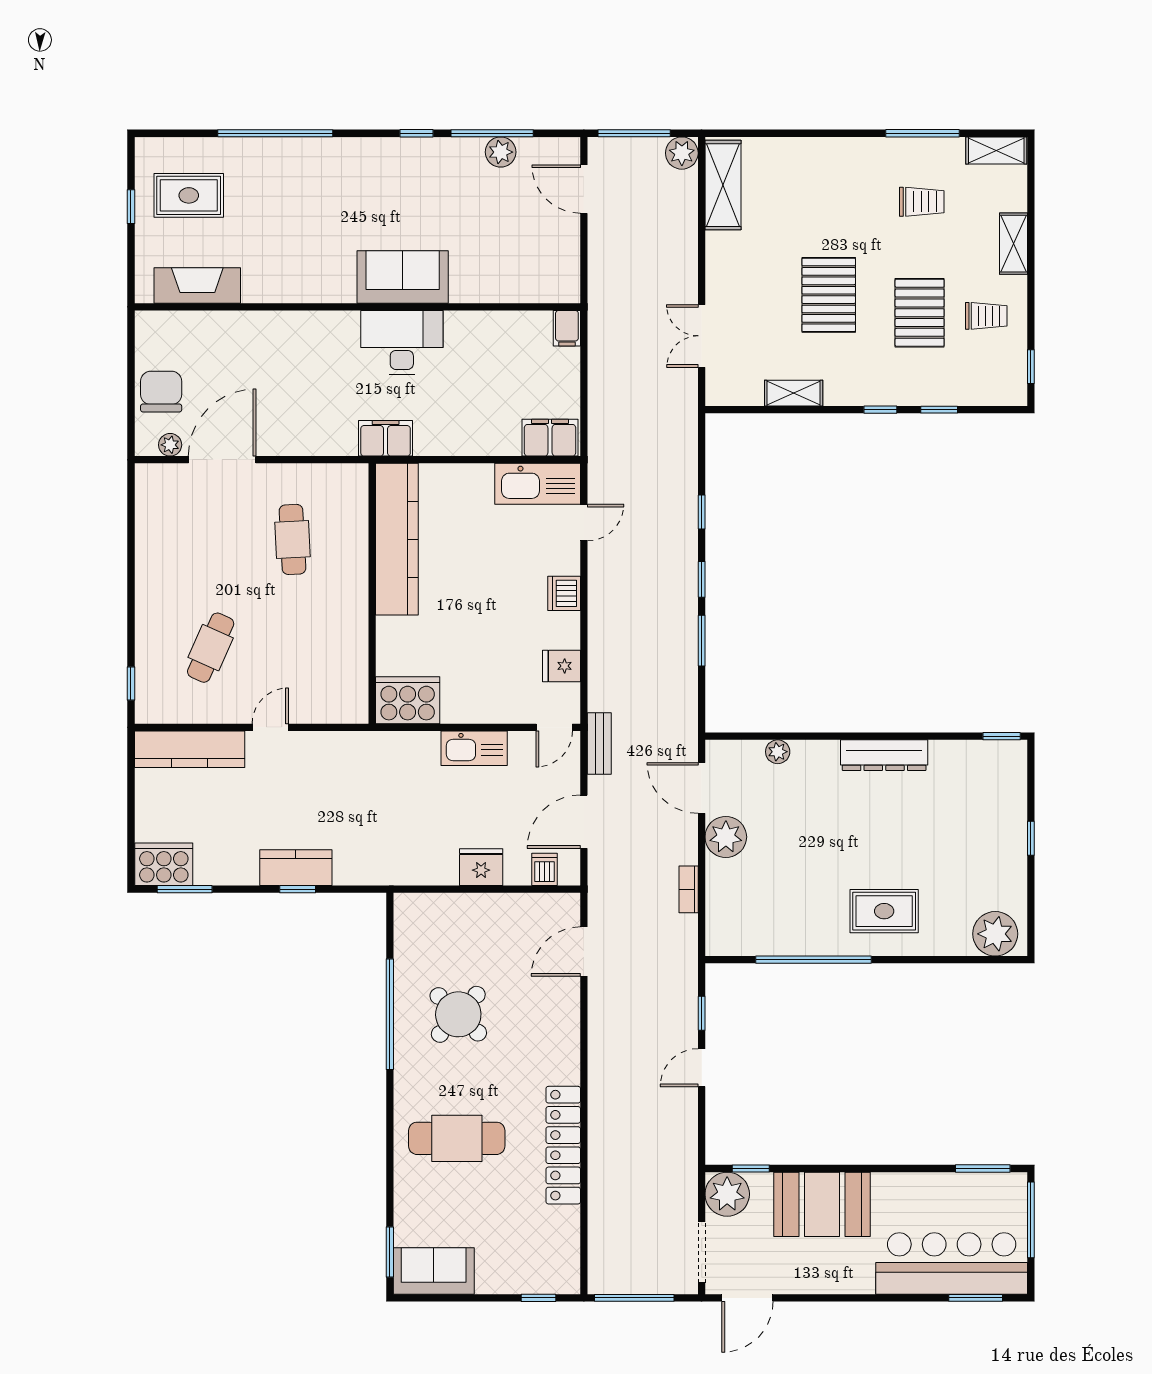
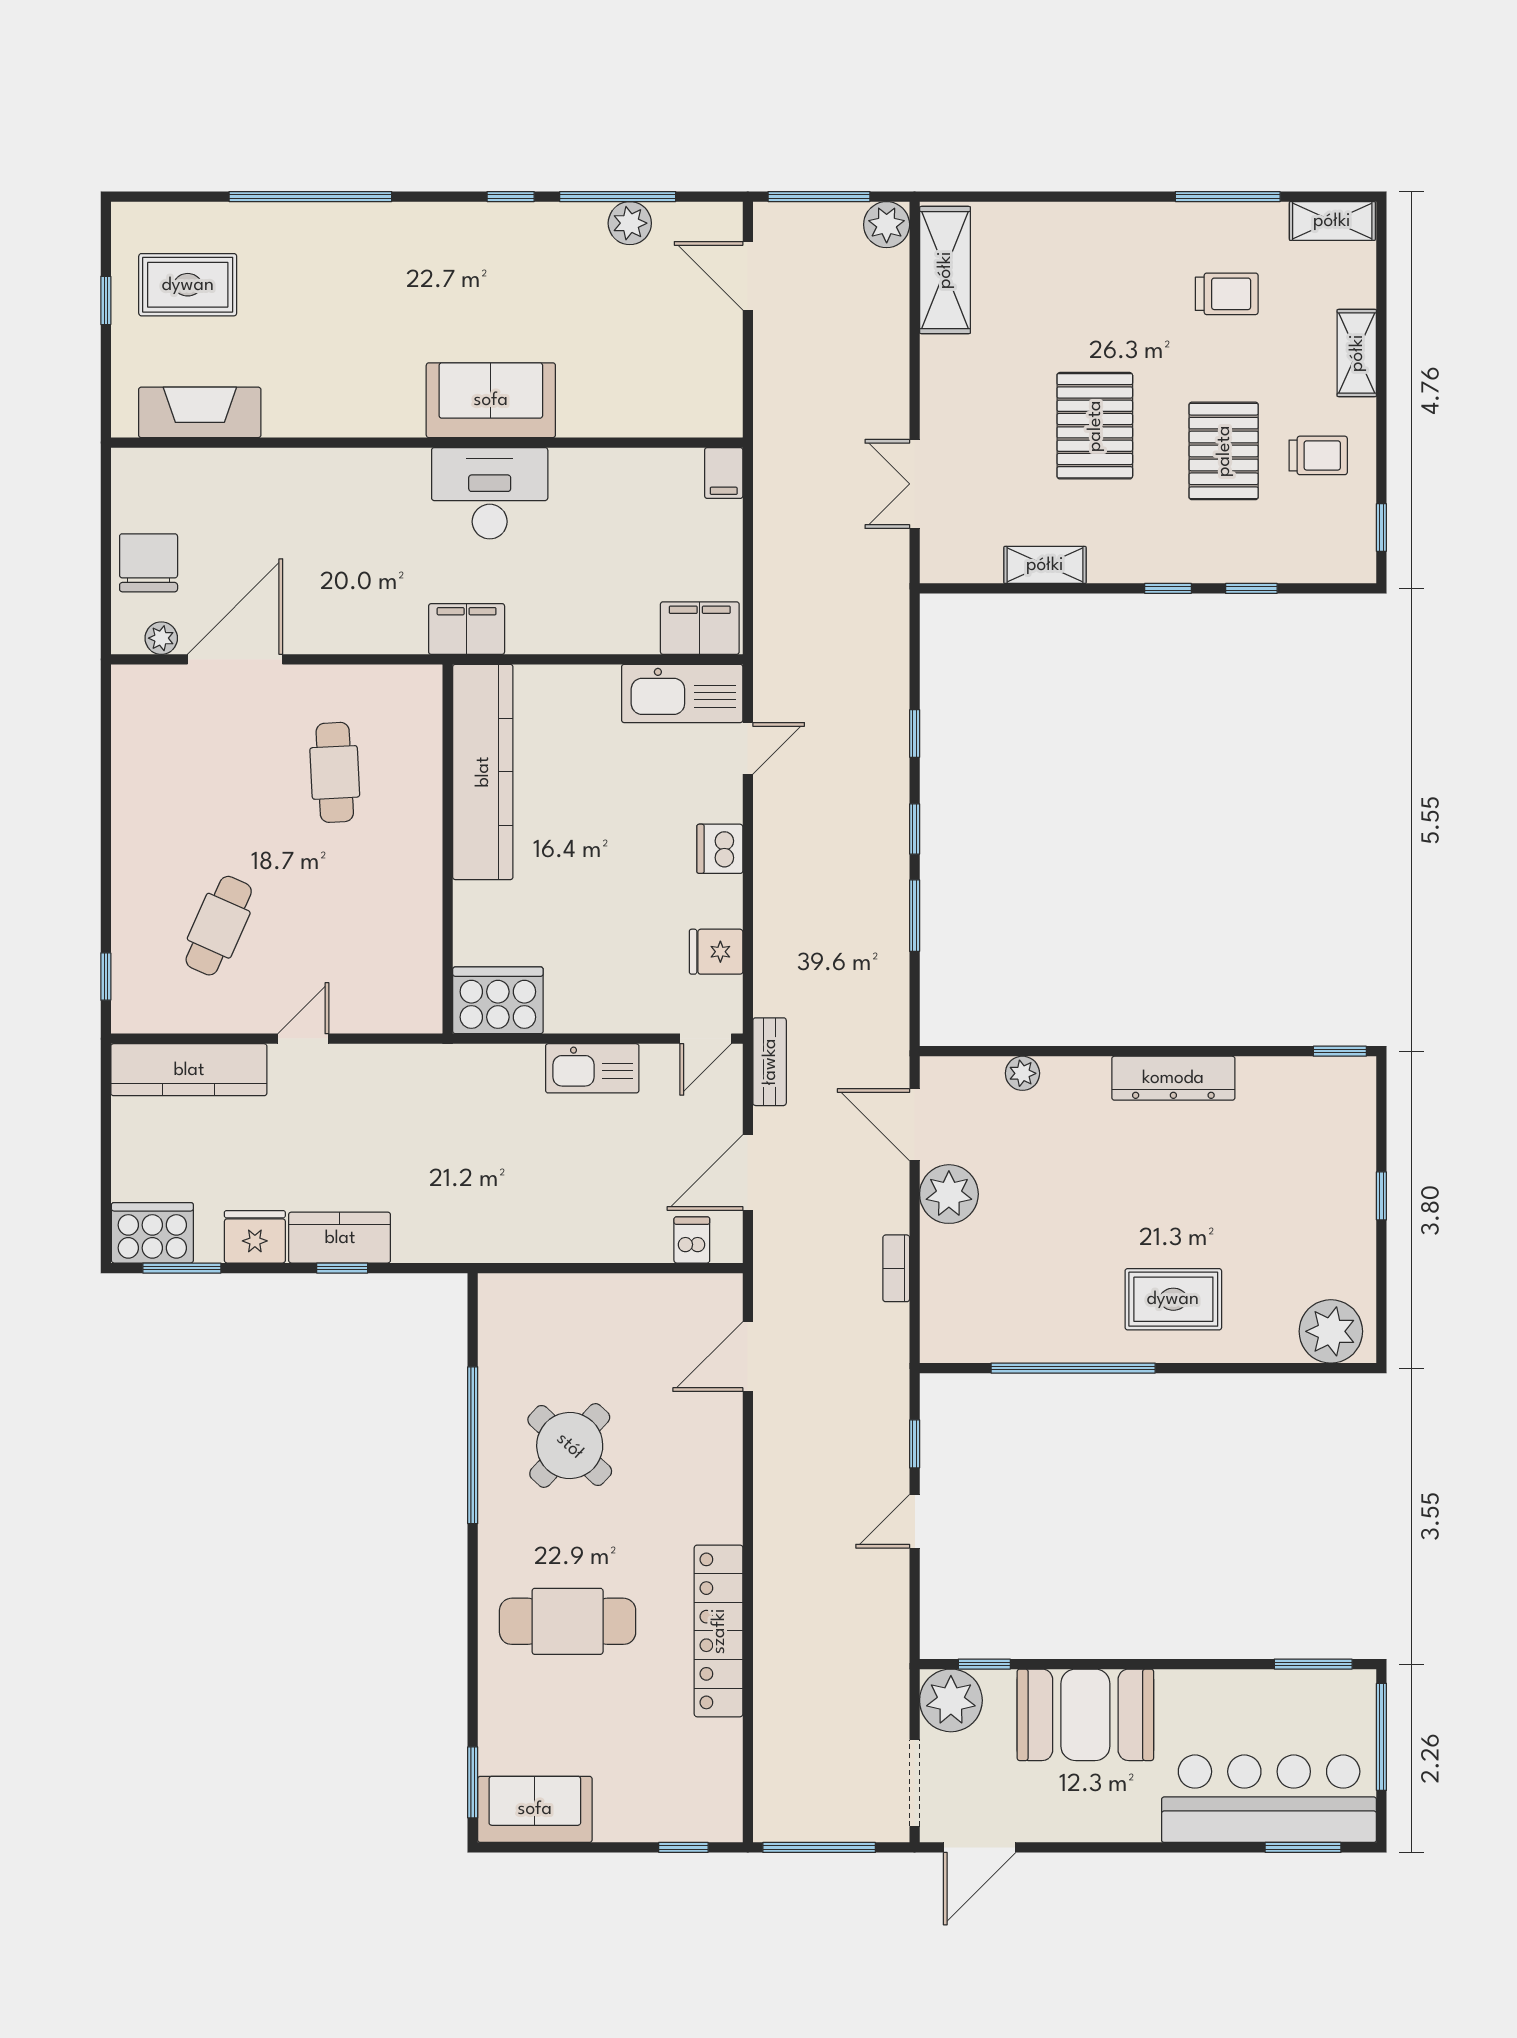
fridge: (481, 867) -> (255, 1237), moved

